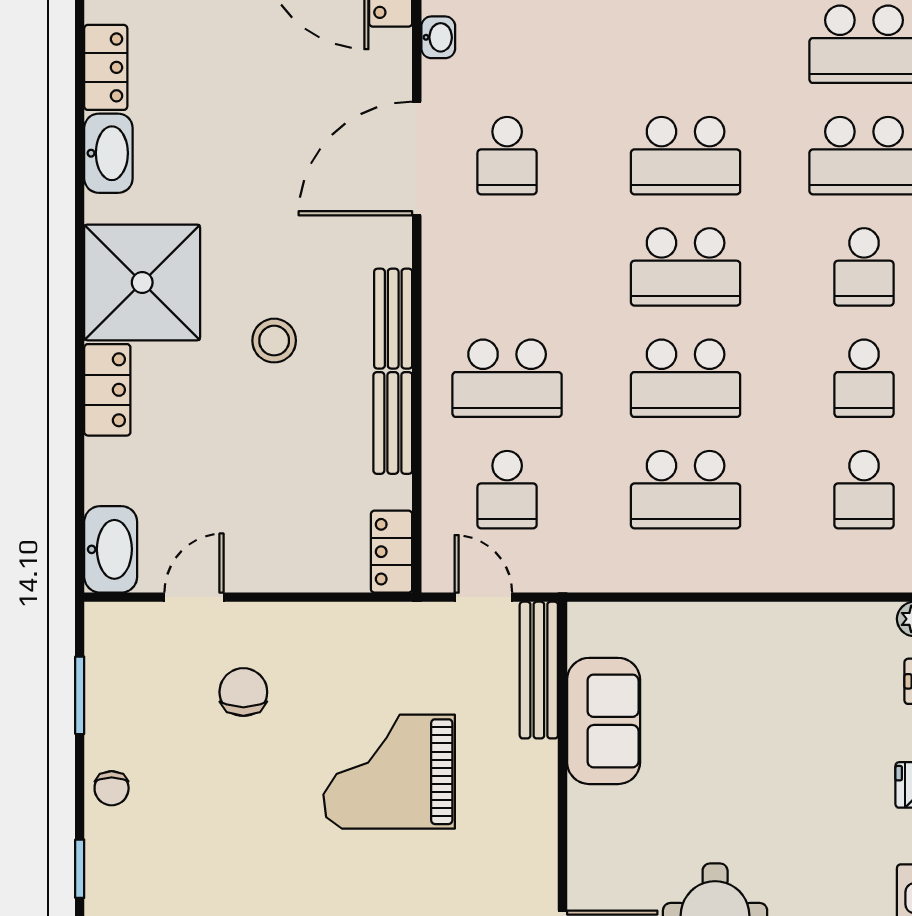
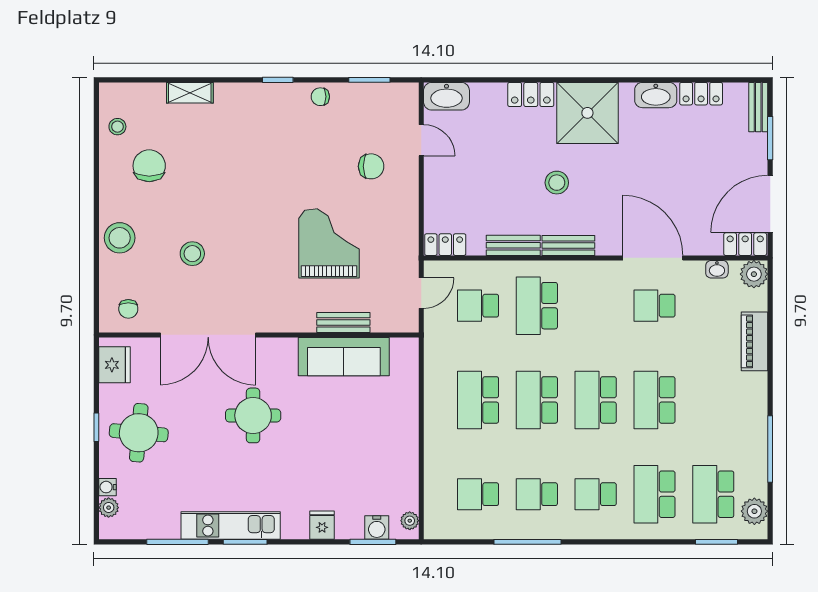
bench: (539, 670) -> (343, 322), moved, width x0.73
sofa: (604, 721) -> (344, 357), width x1.36

